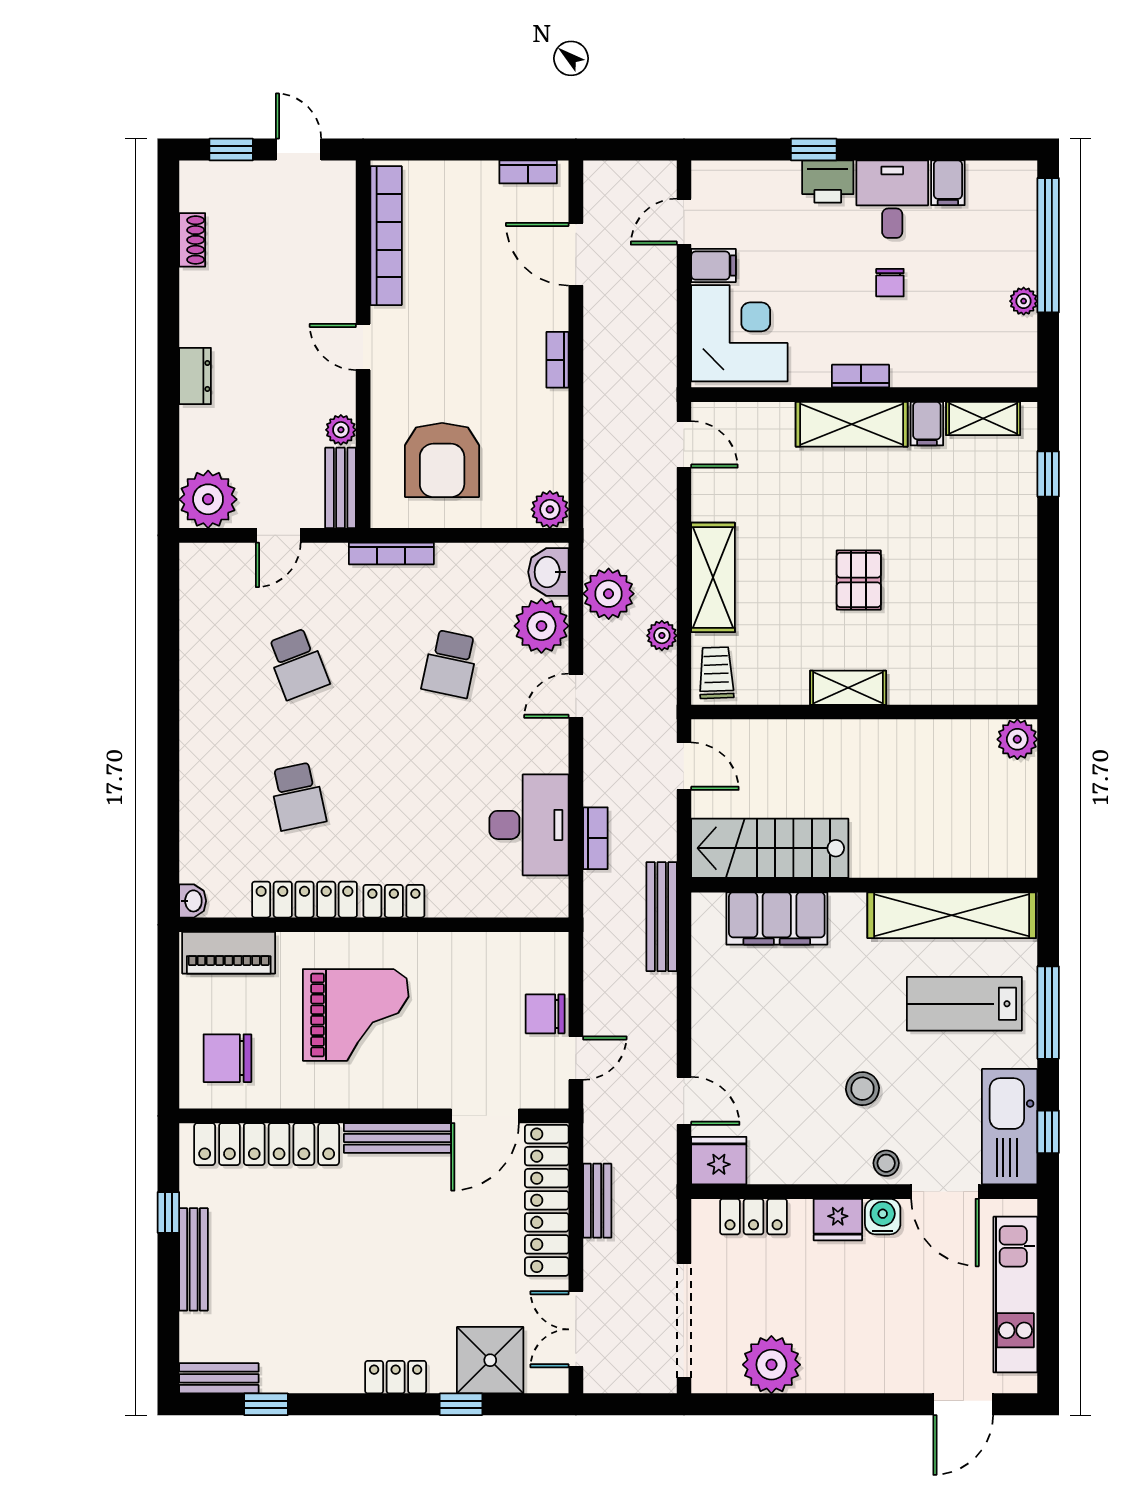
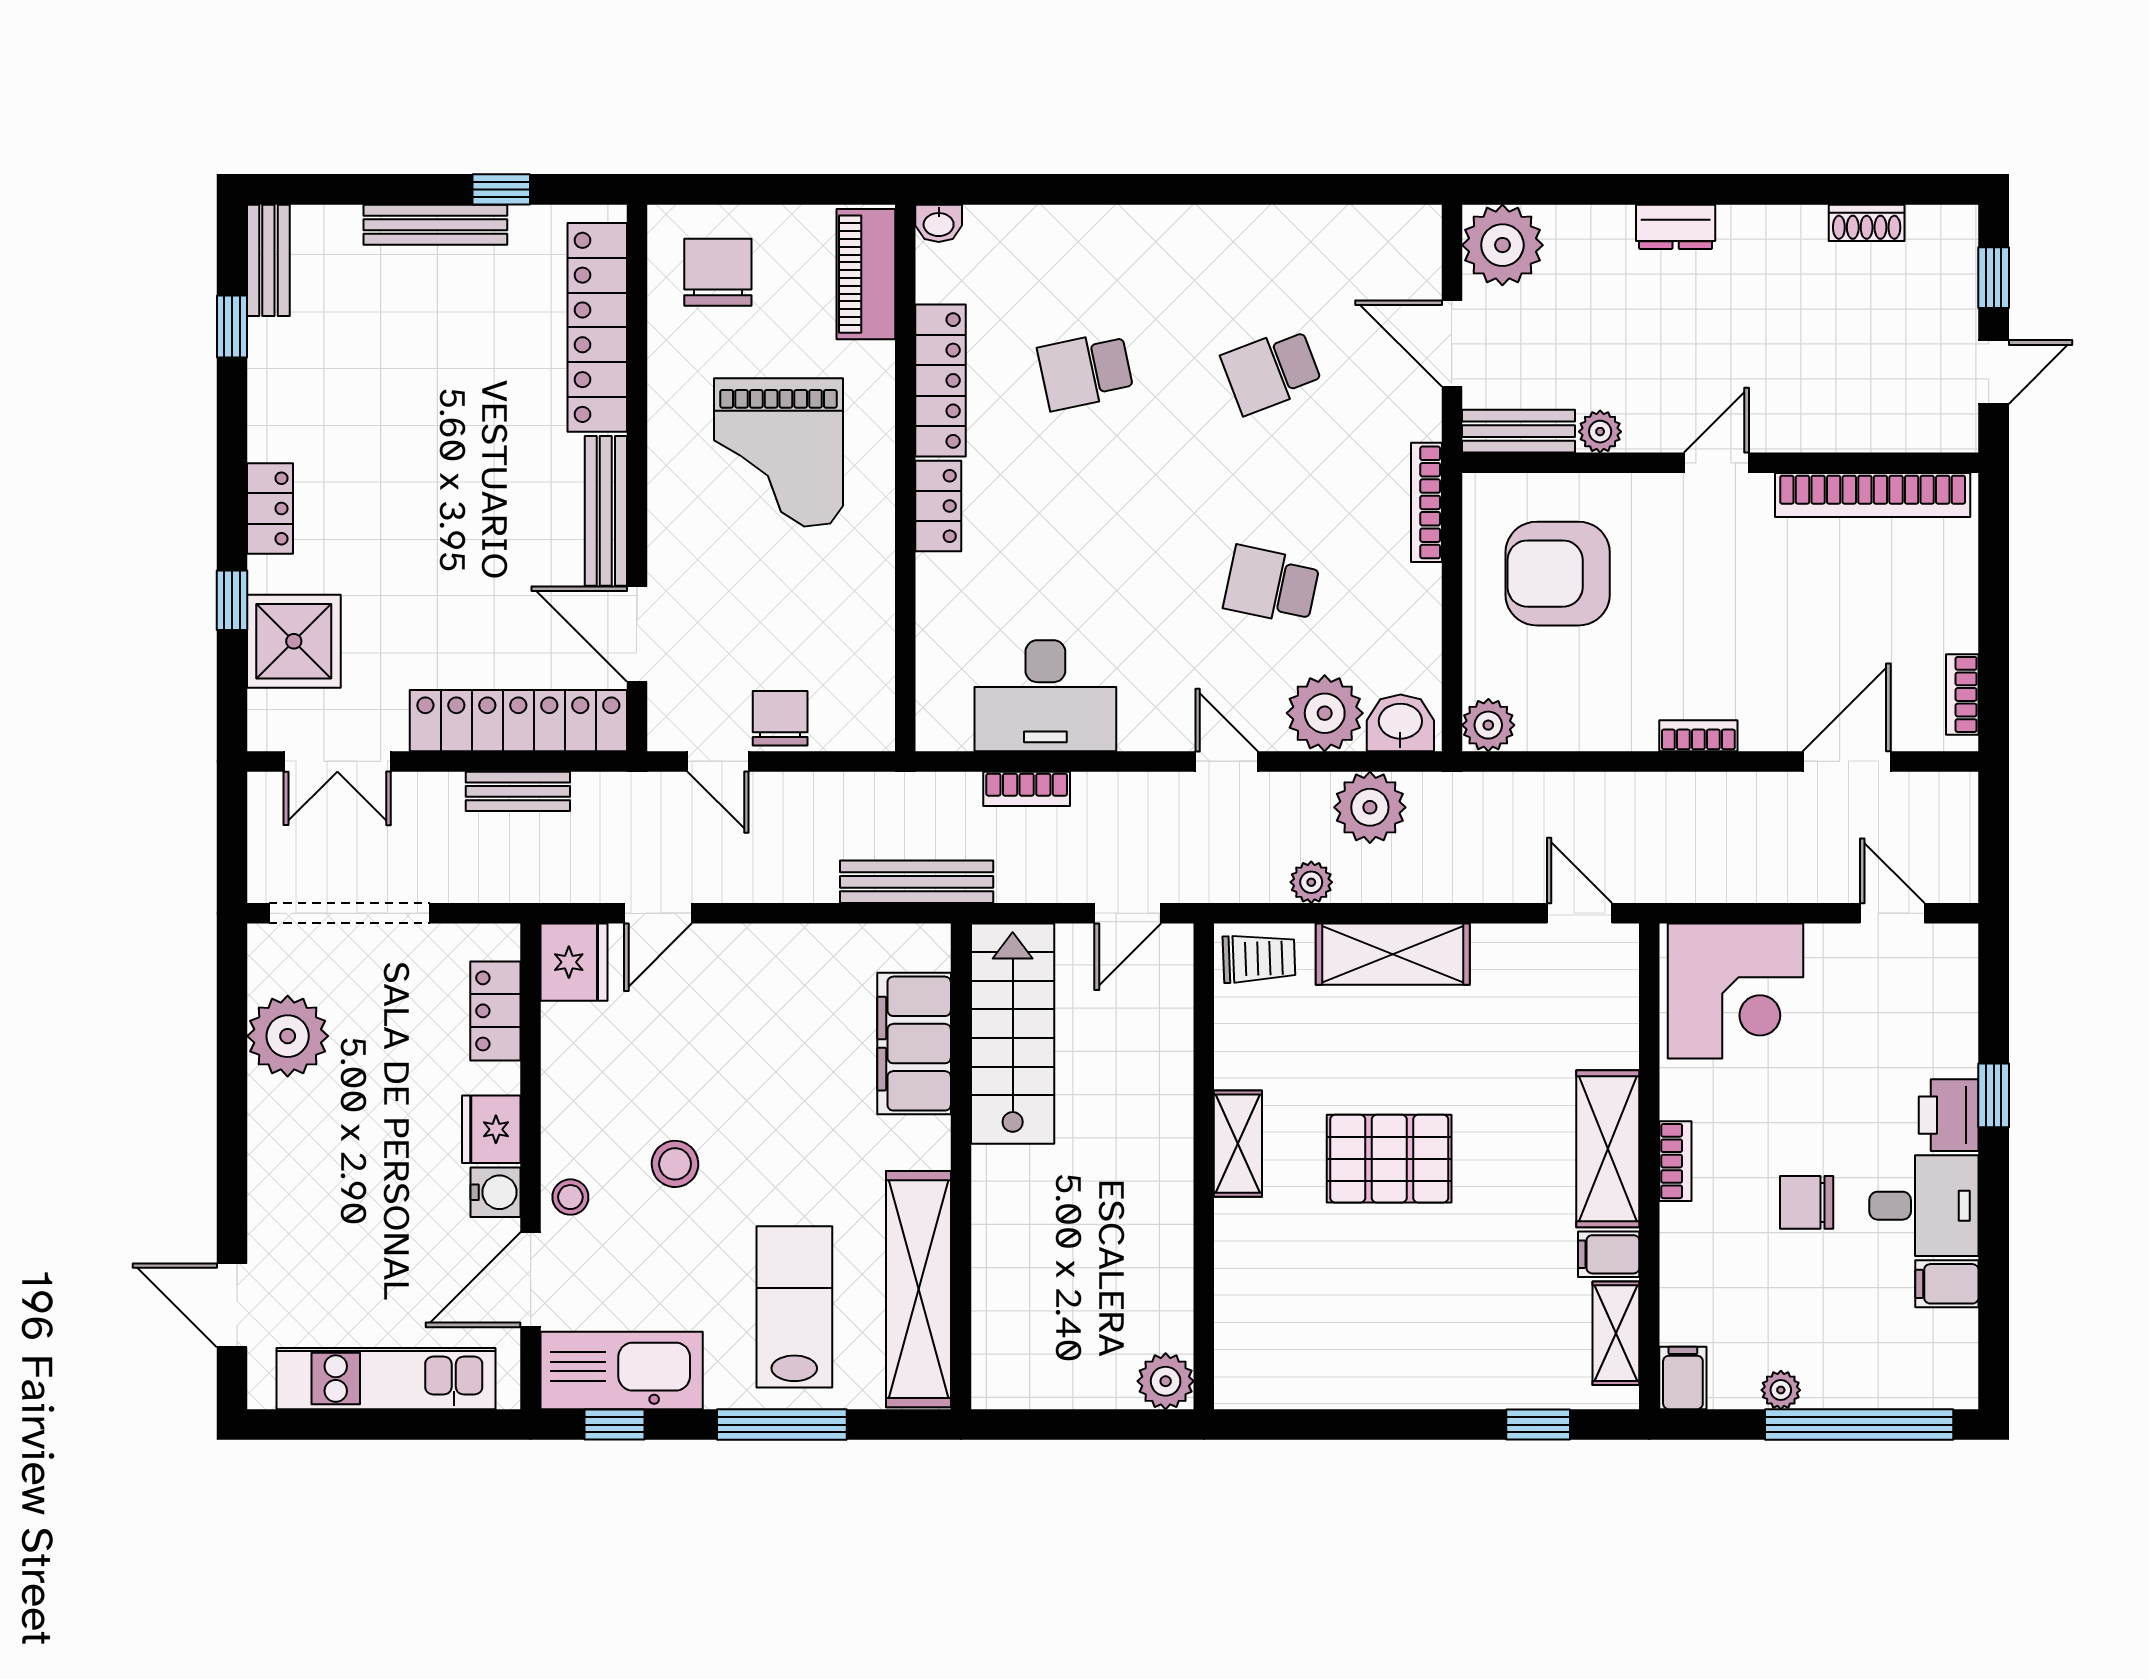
filing cabinet: (714, 266) -> (1683, 1378), moved, turned 180
chair: (890, 283) -> (1807, 1202), width x1.37, depth x1.37
door: (684, 444) -> (1580, 913), swing flipped
door: (278, 535) -> (1452, 344), width x1.38
pallet: (859, 580) -> (1389, 1159), width x1.50, depth x1.42
double door: (576, 1329) -> (337, 761), swing flipped

